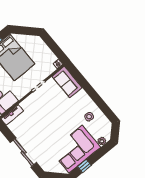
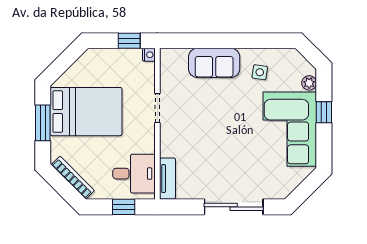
window: (57, 51) -> (129, 41), added
sofa: (67, 82) -> (214, 63), moved
window: (84, 166) -> (324, 112), moved

